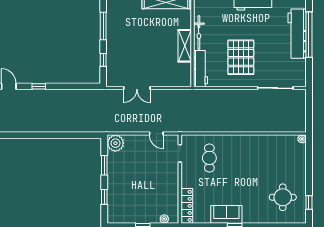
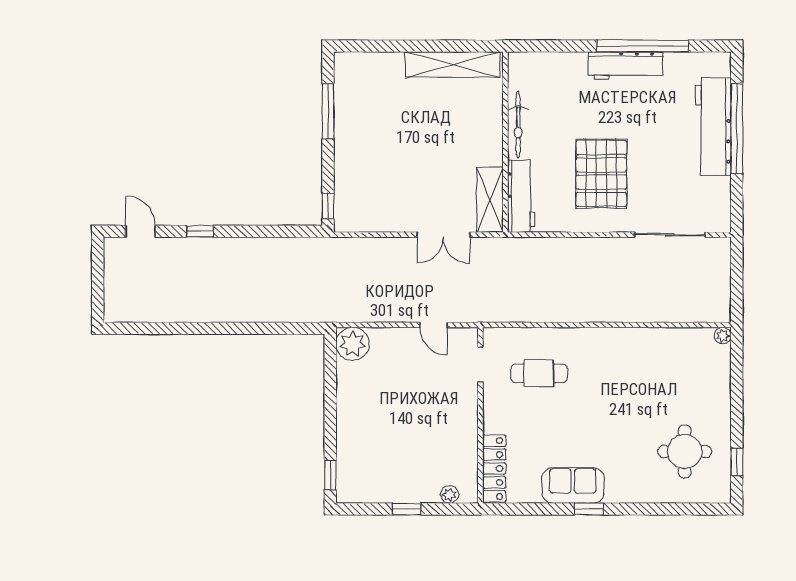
shelving: (185, 46) -> (490, 200), moved
window: (103, 60) -> (328, 206), moved
double door: (137, 88) -> (443, 235), moved
cafe table: (209, 158) -> (539, 373), turned 90
window: (104, 165) -> (330, 388), removed
window: (104, 197) -> (330, 475), moved

